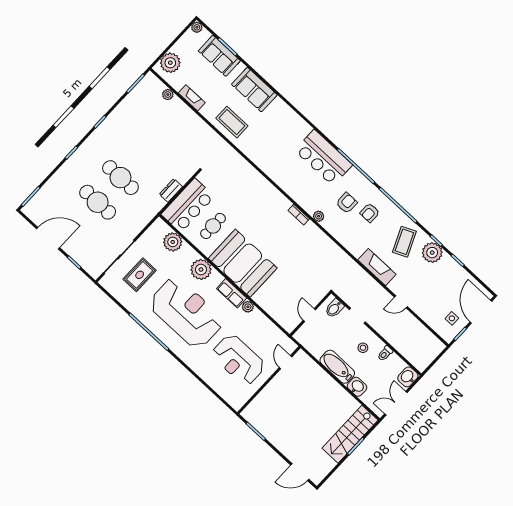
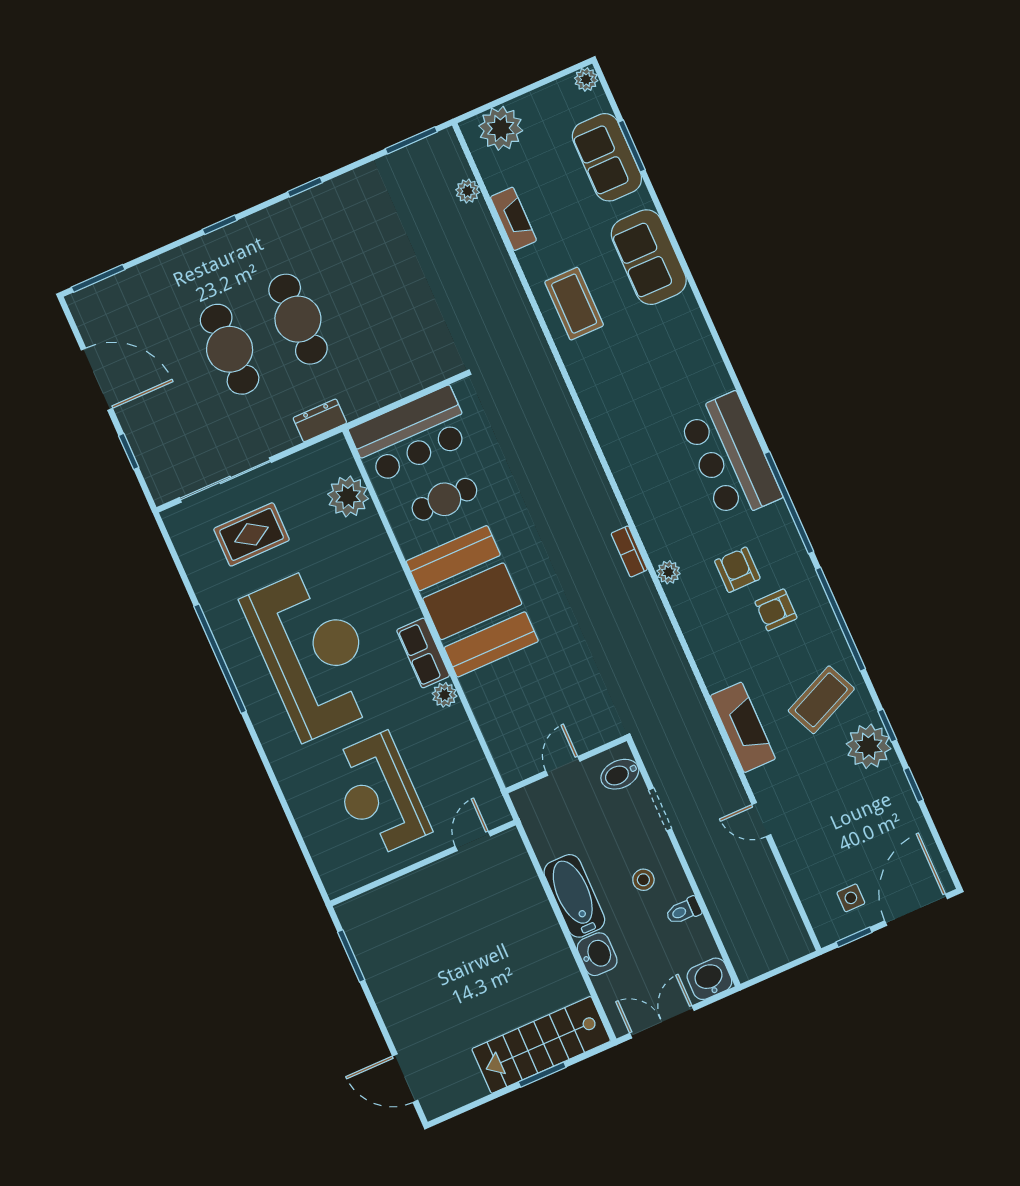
dresser: (171, 190) -> (320, 420), moved
armchair: (347, 203) -> (737, 570), turned -90
plant: (201, 269) -> (382, 578), removed

